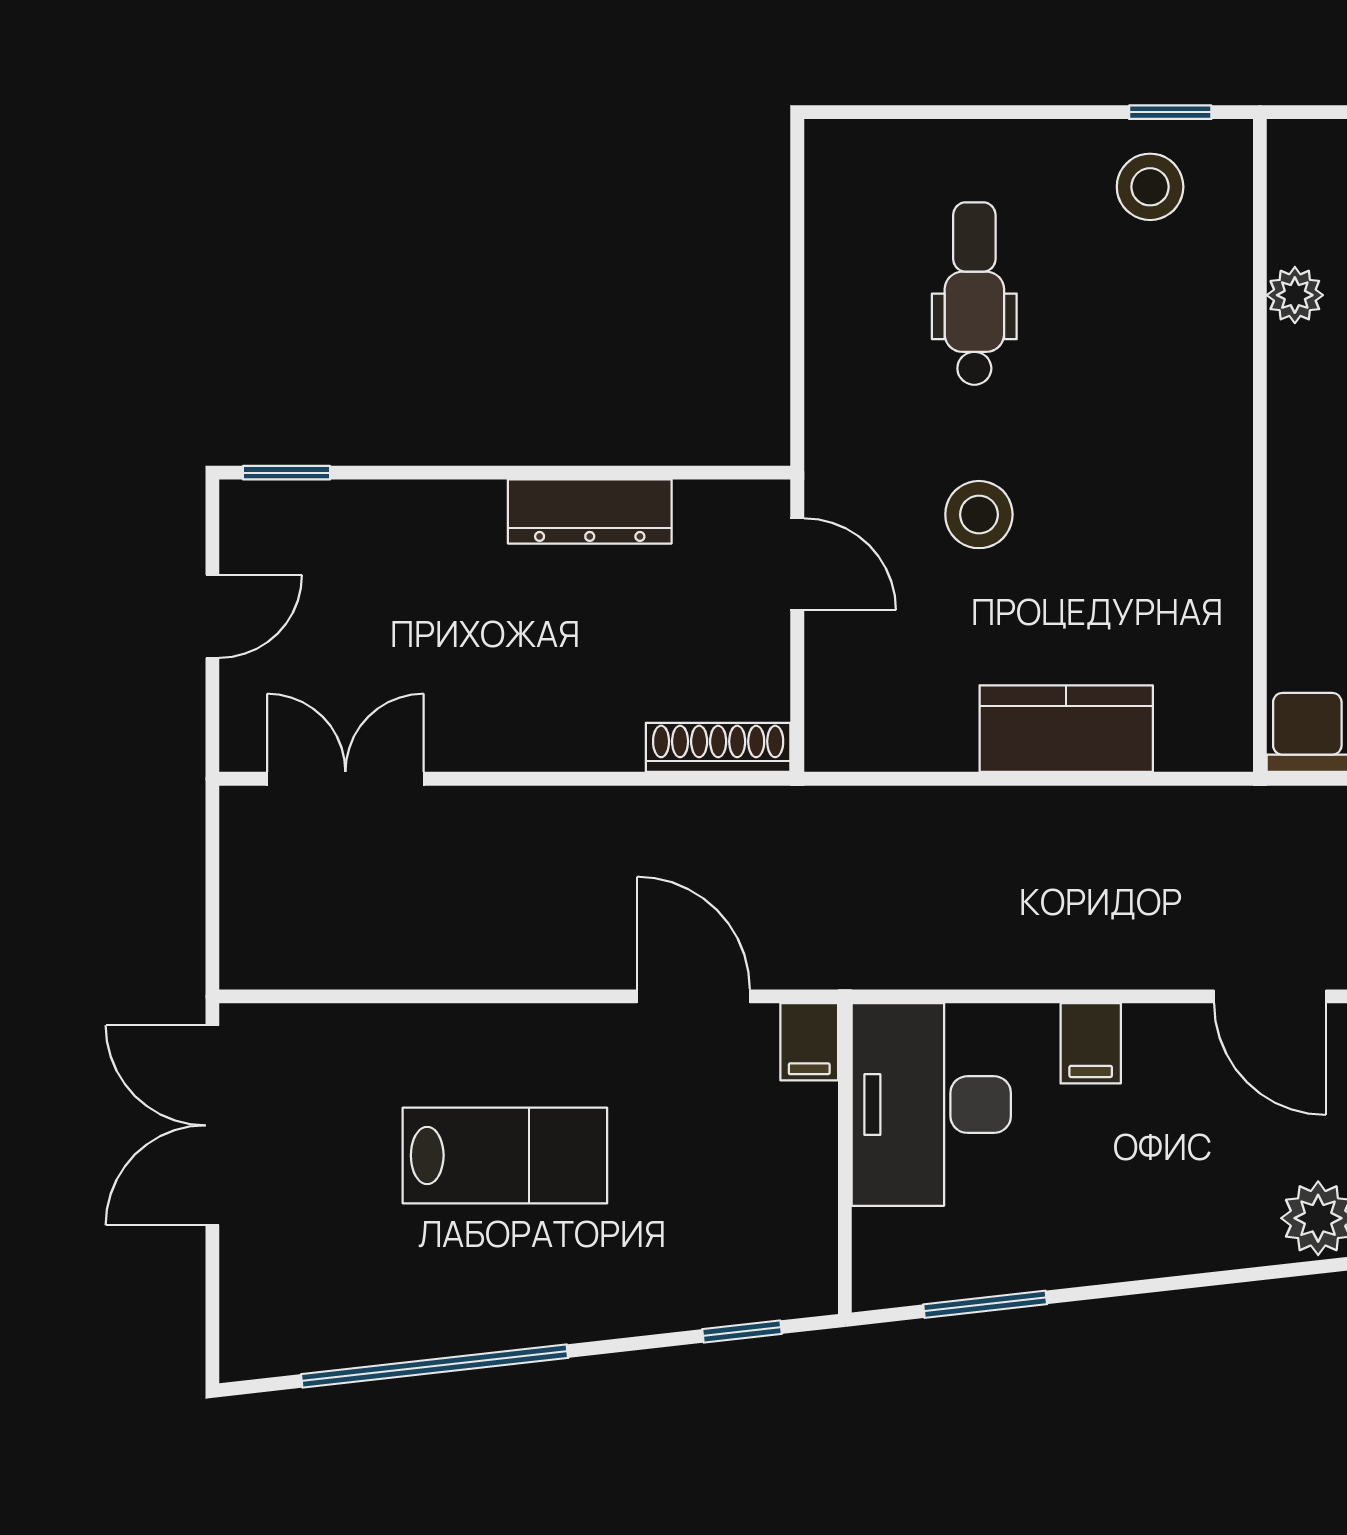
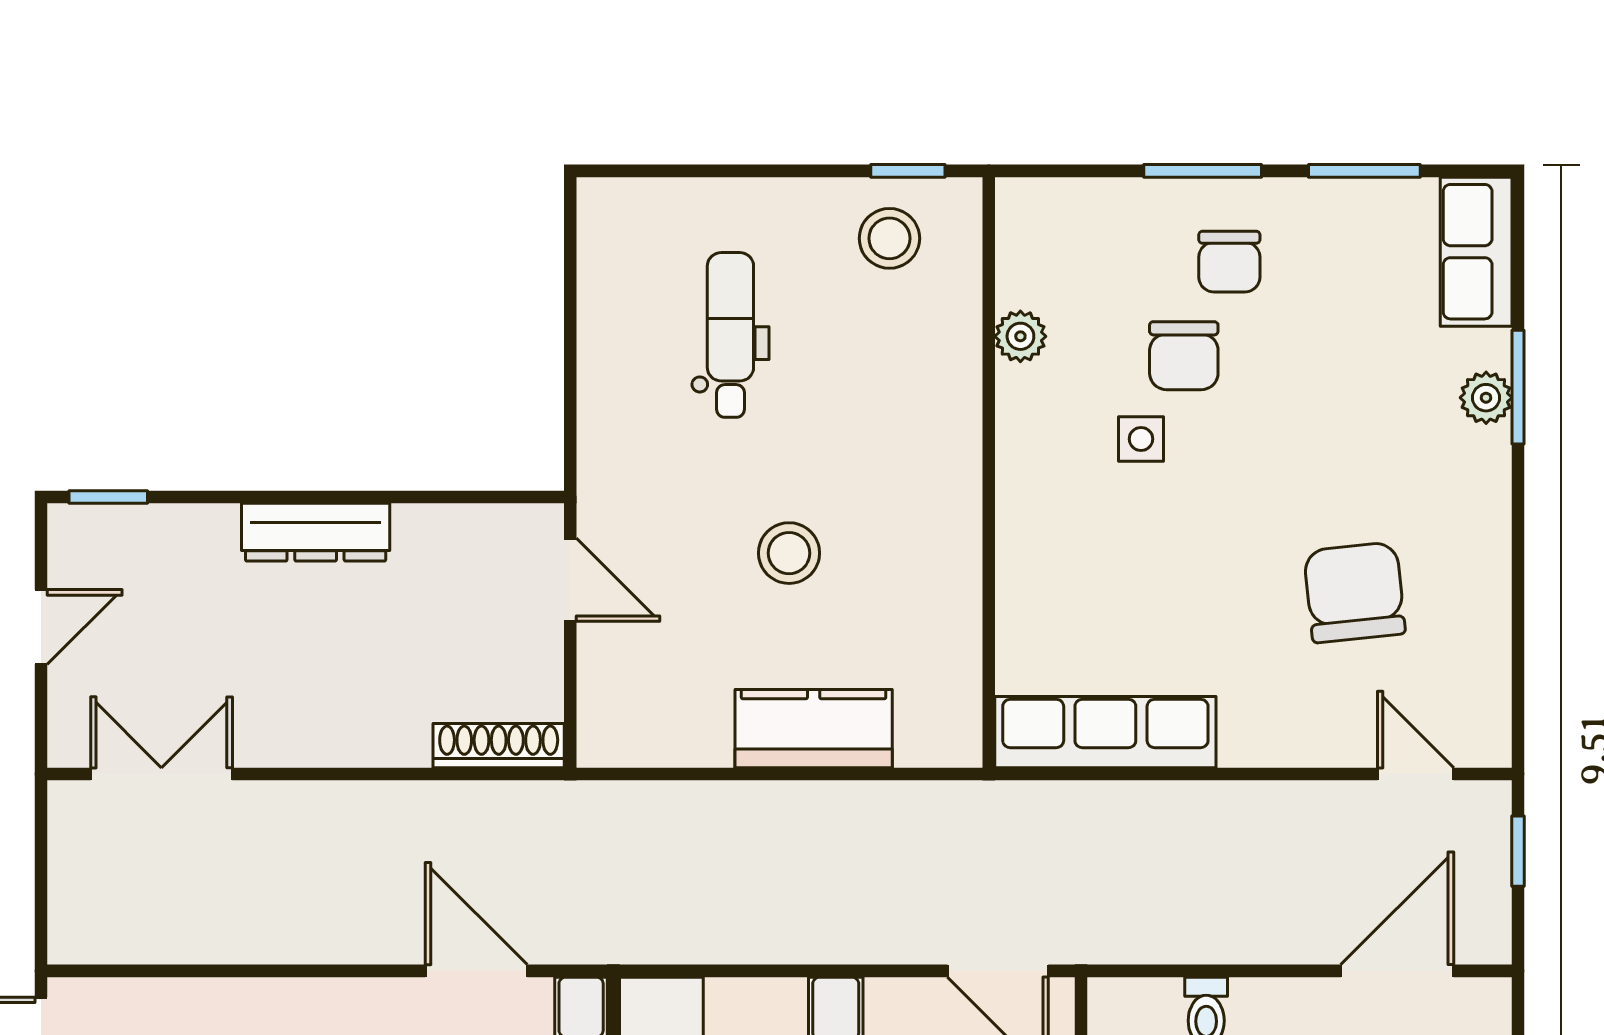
dresser: (590, 512) -> (316, 532), moved
stool: (979, 515) -> (789, 553), moved

